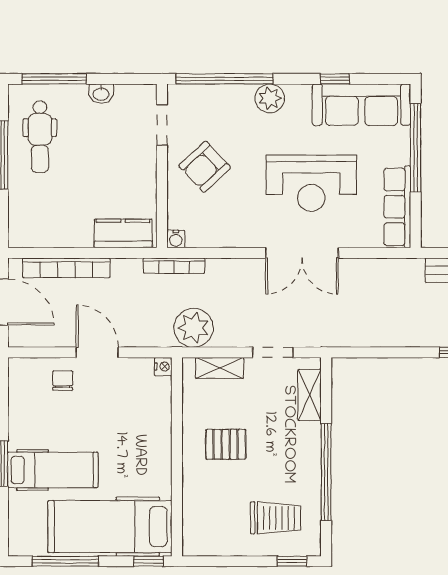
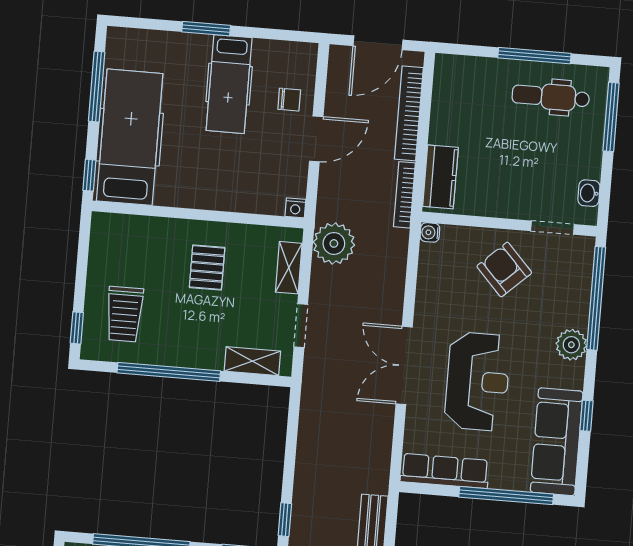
washbasin: (101, 94) -> (589, 193), moved
reception desk: (311, 183) -> (477, 381), turned 180
bookcase: (174, 266) -> (404, 195), moved
hospital bed: (53, 470) -> (229, 84), moved

